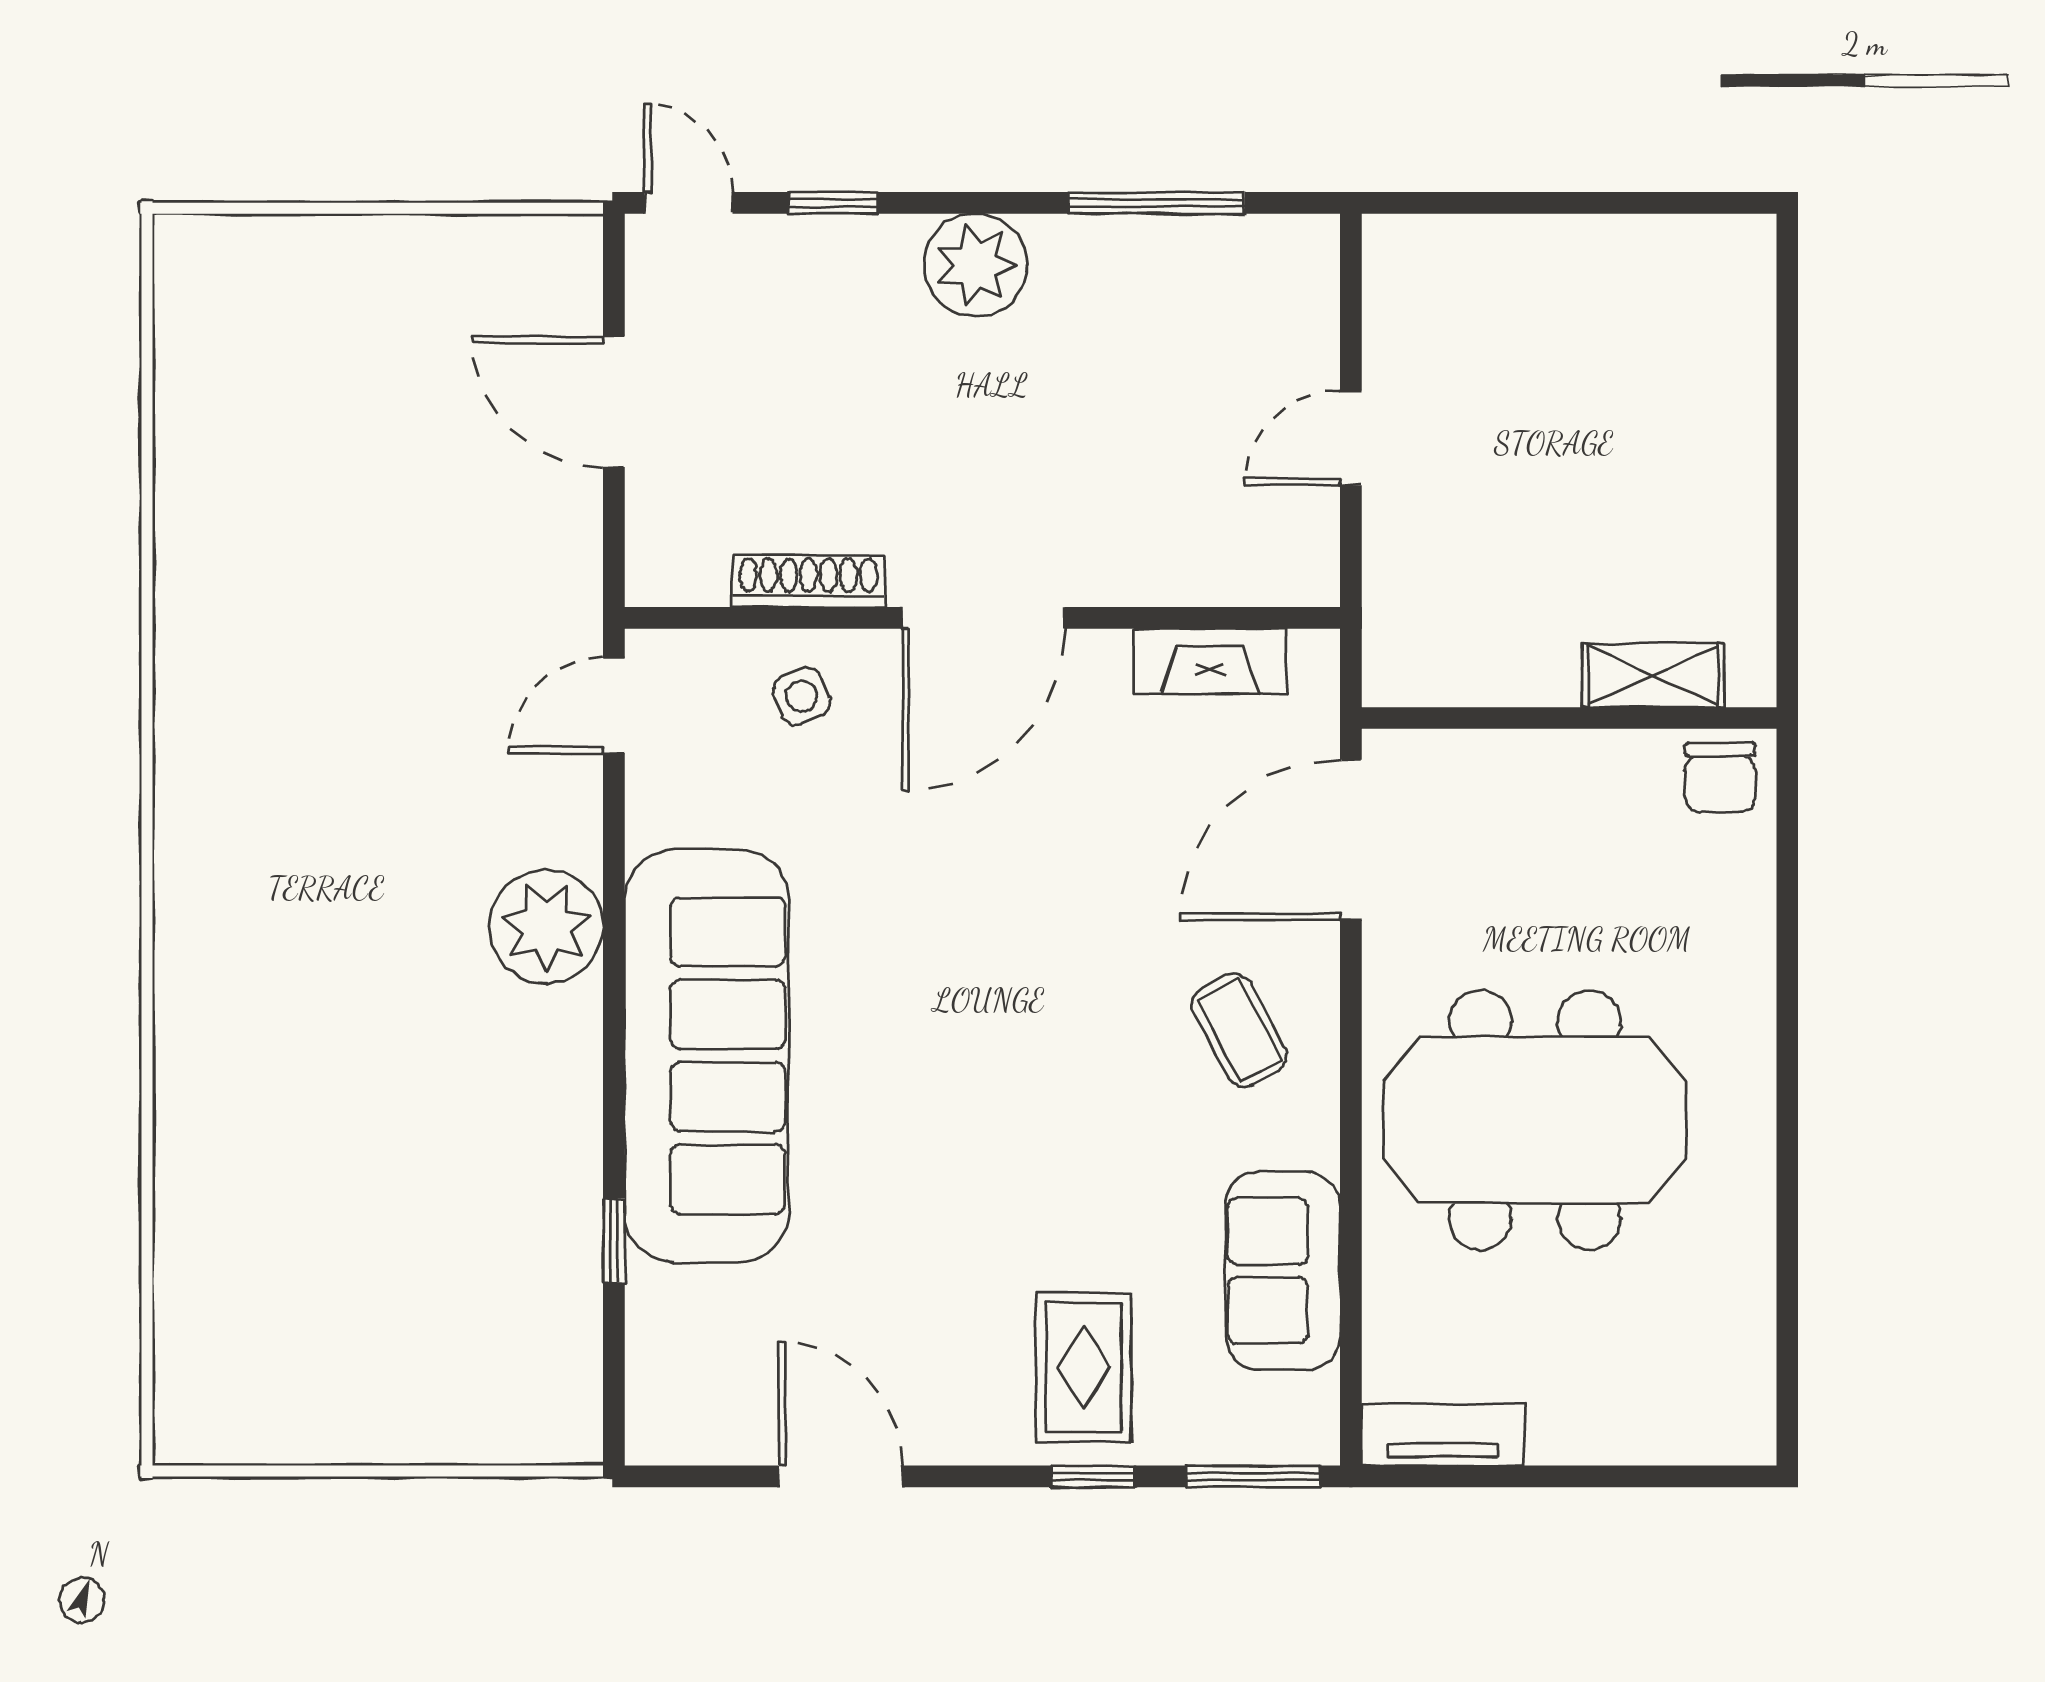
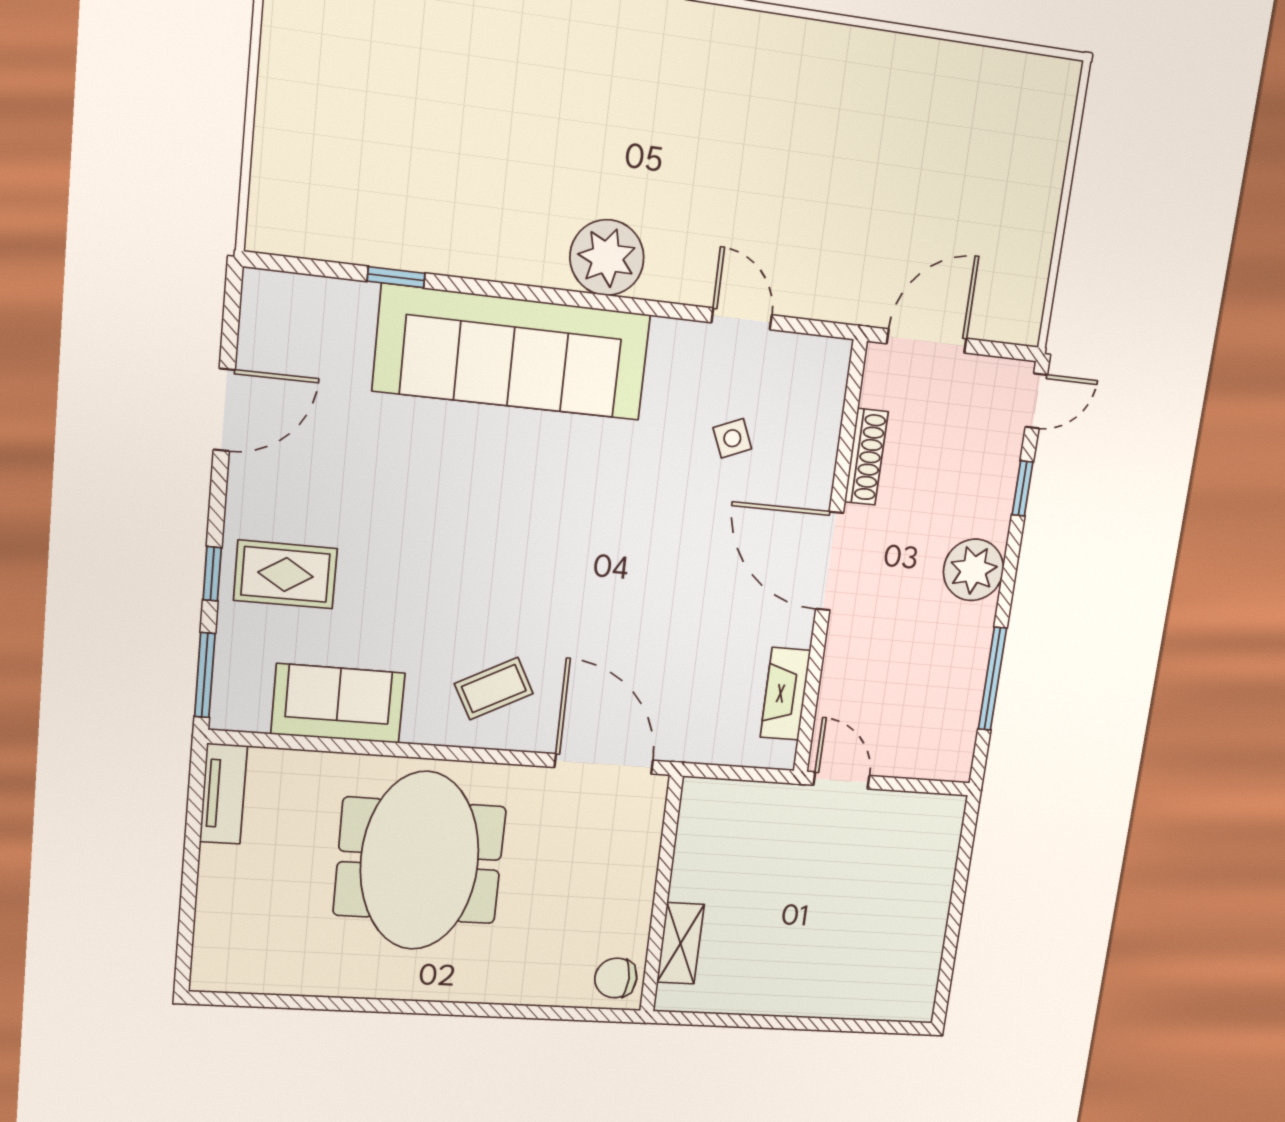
shoe rack: (809, 581) -> (866, 457), moved
wall: (982, 618) -> (830, 561), moved
door: (983, 618) -> (830, 561), moved
fireplace: (1210, 661) -> (785, 694), moved

